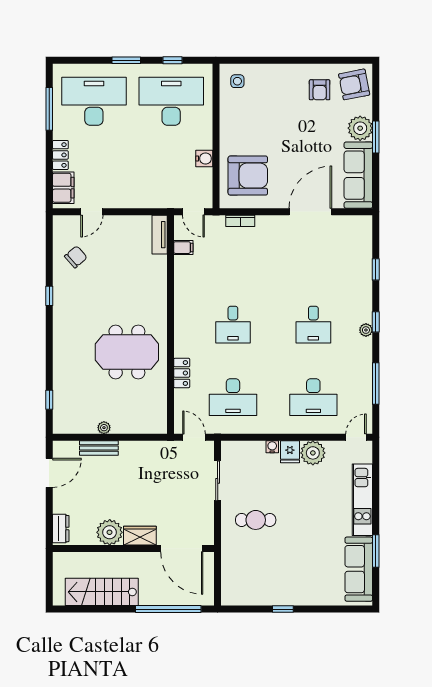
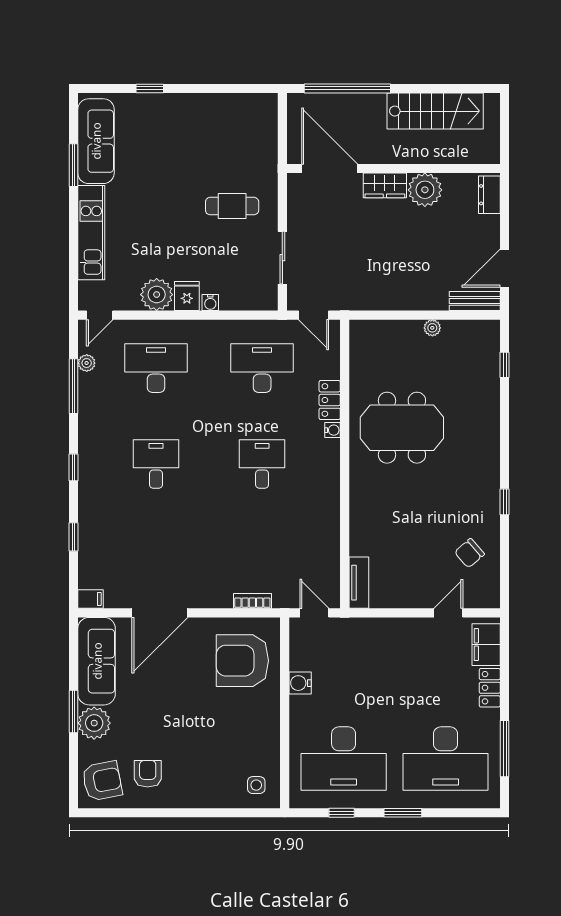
filing cabinet: (183, 248) -> (91, 599), moved, turned 180
plant: (366, 330) -> (87, 363), moved
water cooler: (180, 350) -> (332, 430), added
bench: (99, 448) -> (475, 301), moved
window: (283, 609) -> (150, 88), moved

